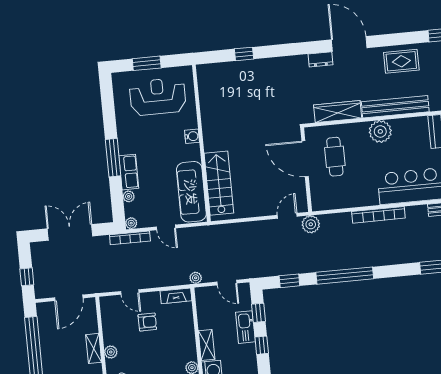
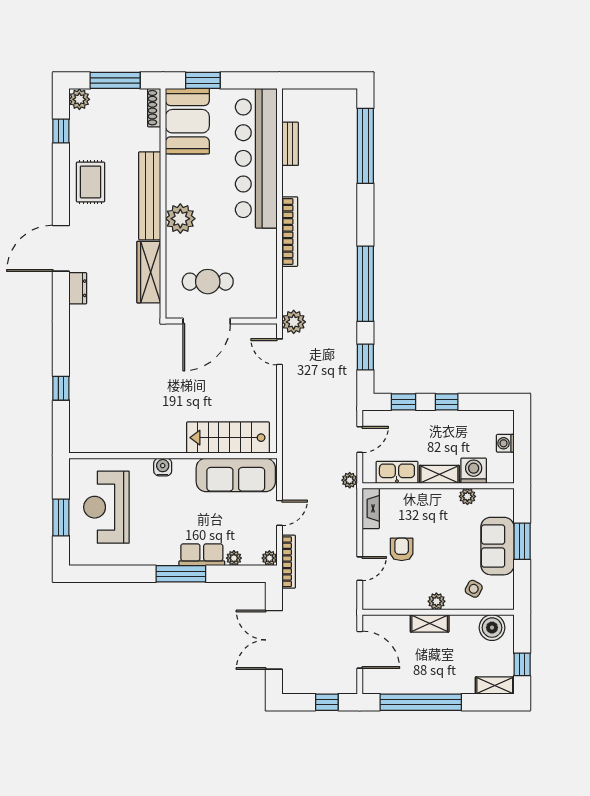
kitchen sink: (245, 327) -> (397, 472), moved, turned 180

